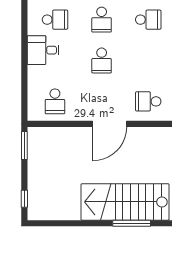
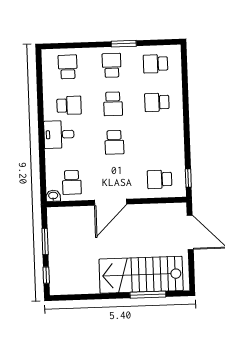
school desk: (148, 20) -> (157, 102), turned 180
washbasin: (35, 115) -> (53, 196), added
door: (110, 124) -> (110, 202), moved
window: (24, 145) -> (45, 241), moved

